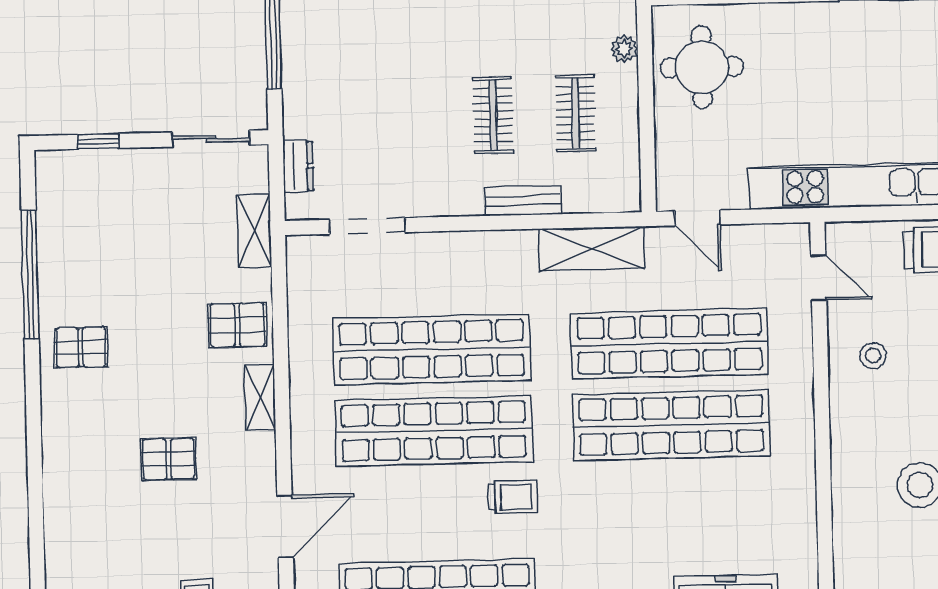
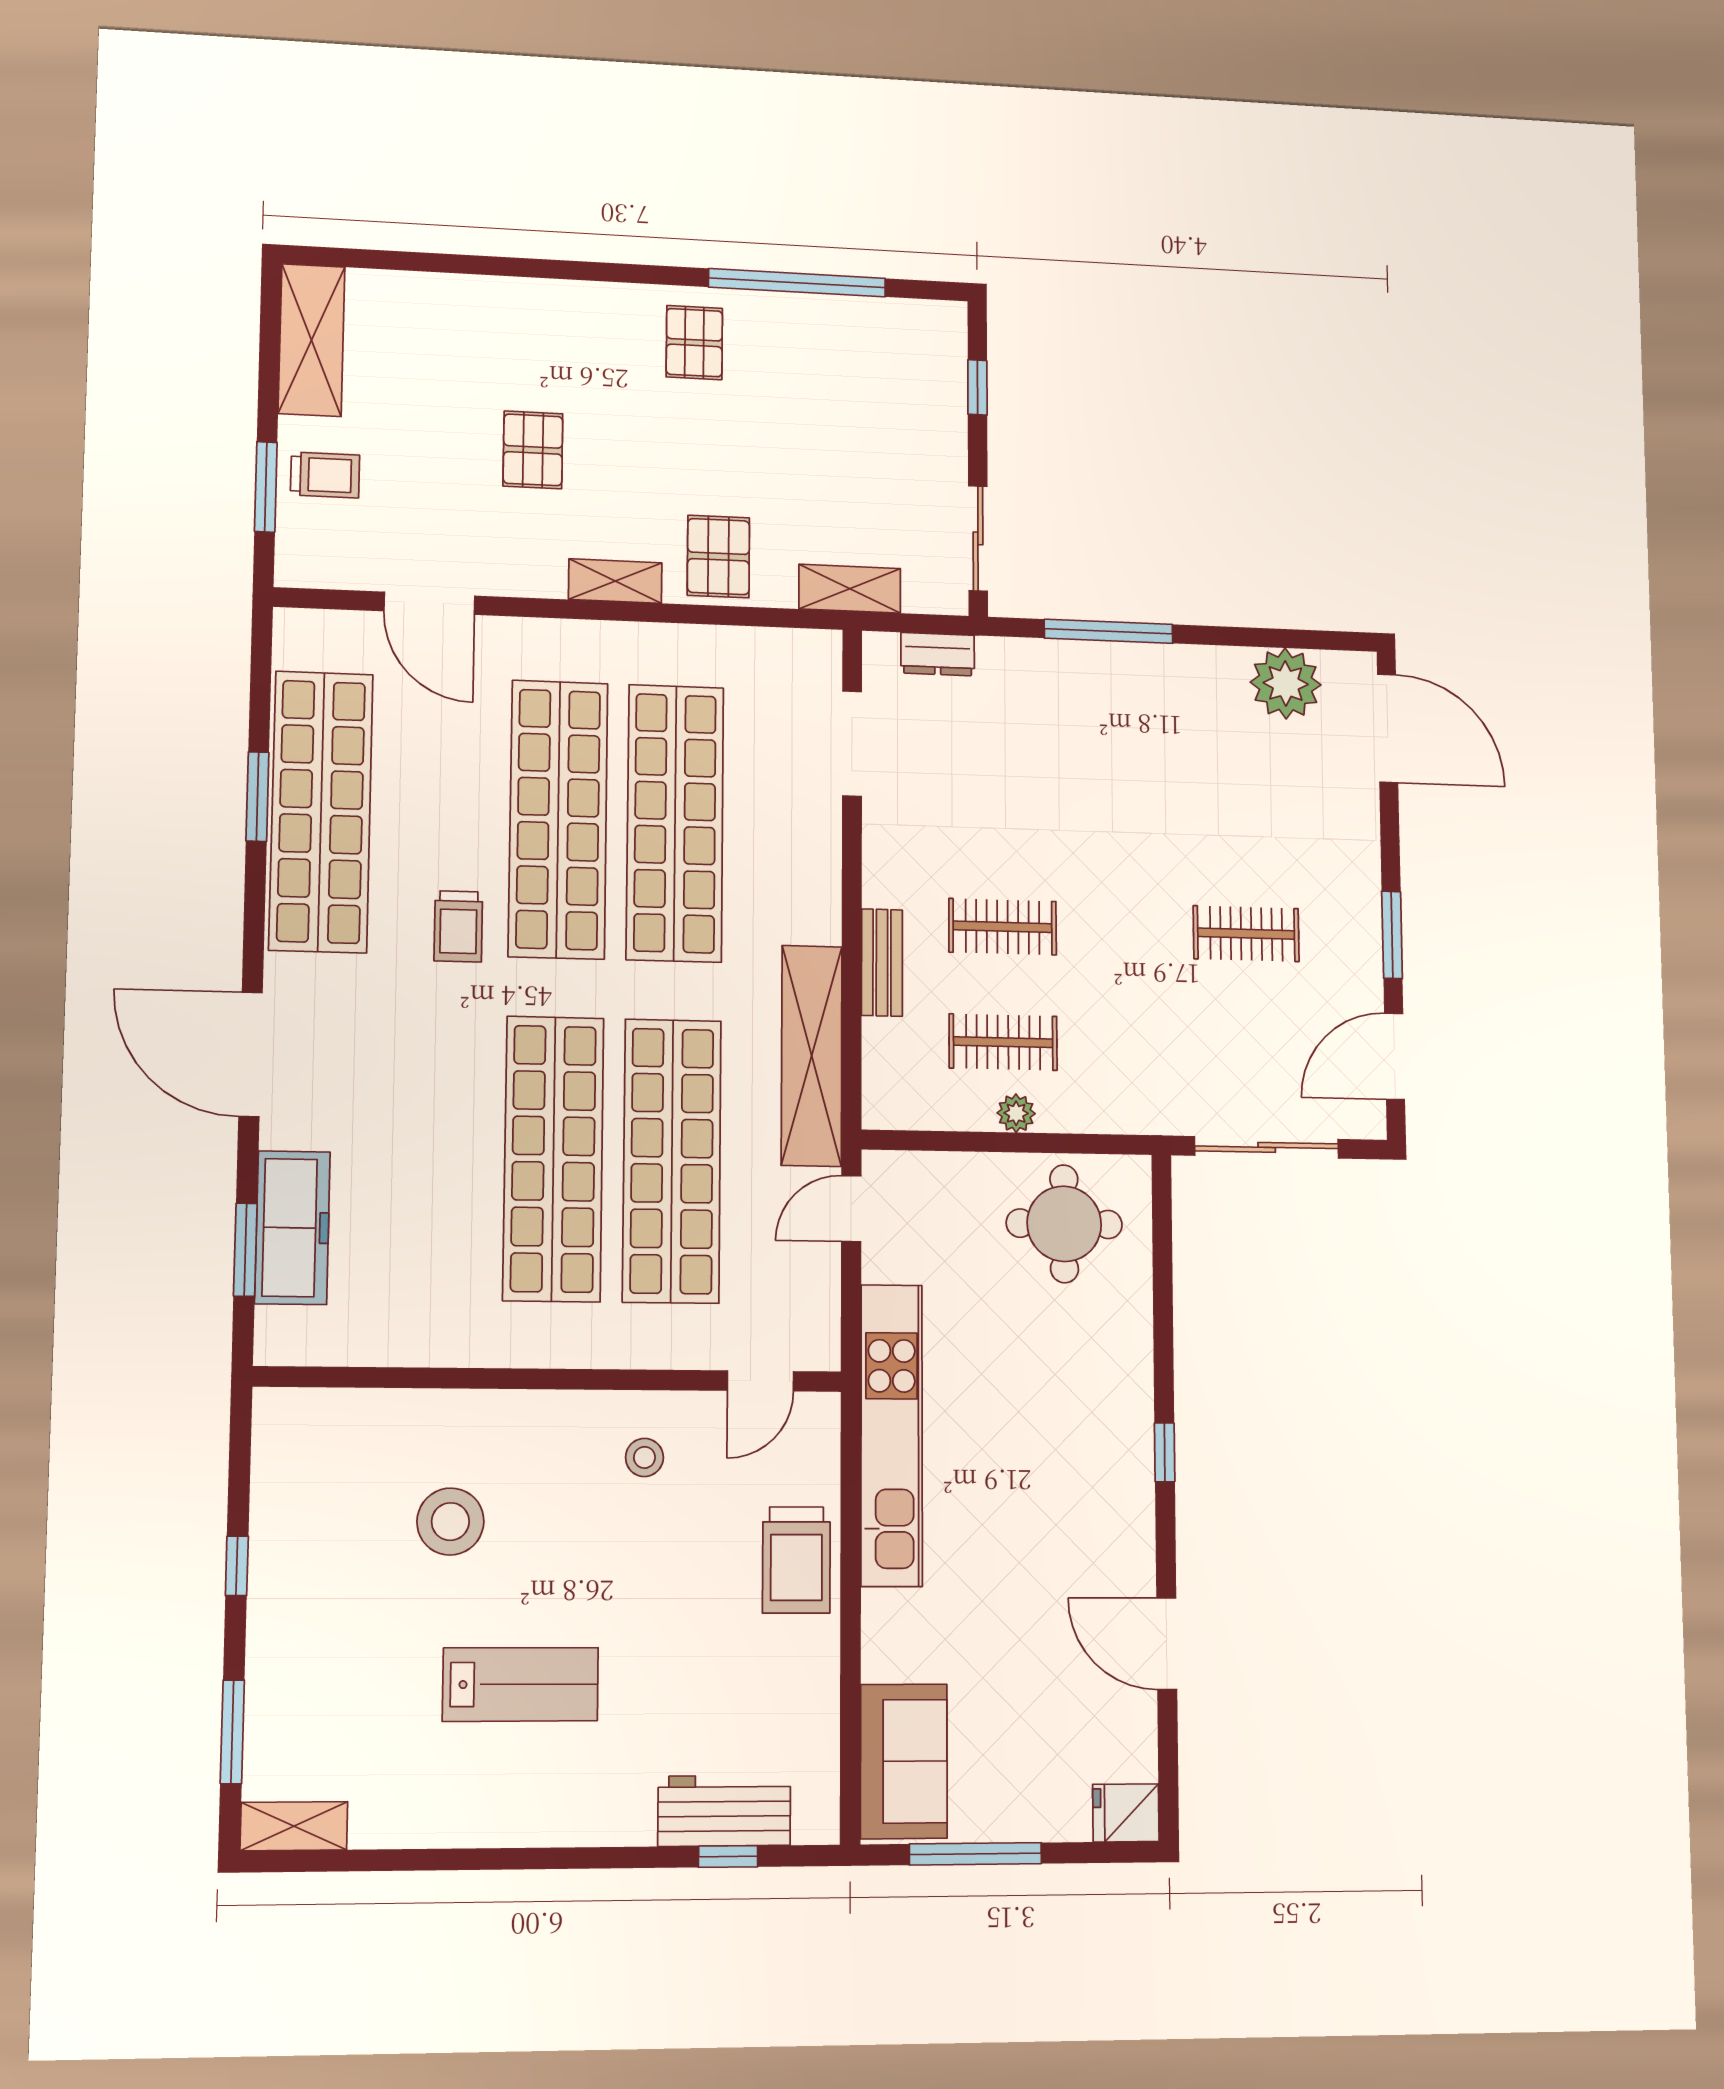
plant: (624, 49) -> (1016, 1113), moved
shelving: (591, 249) -> (812, 1056), width x1.47

